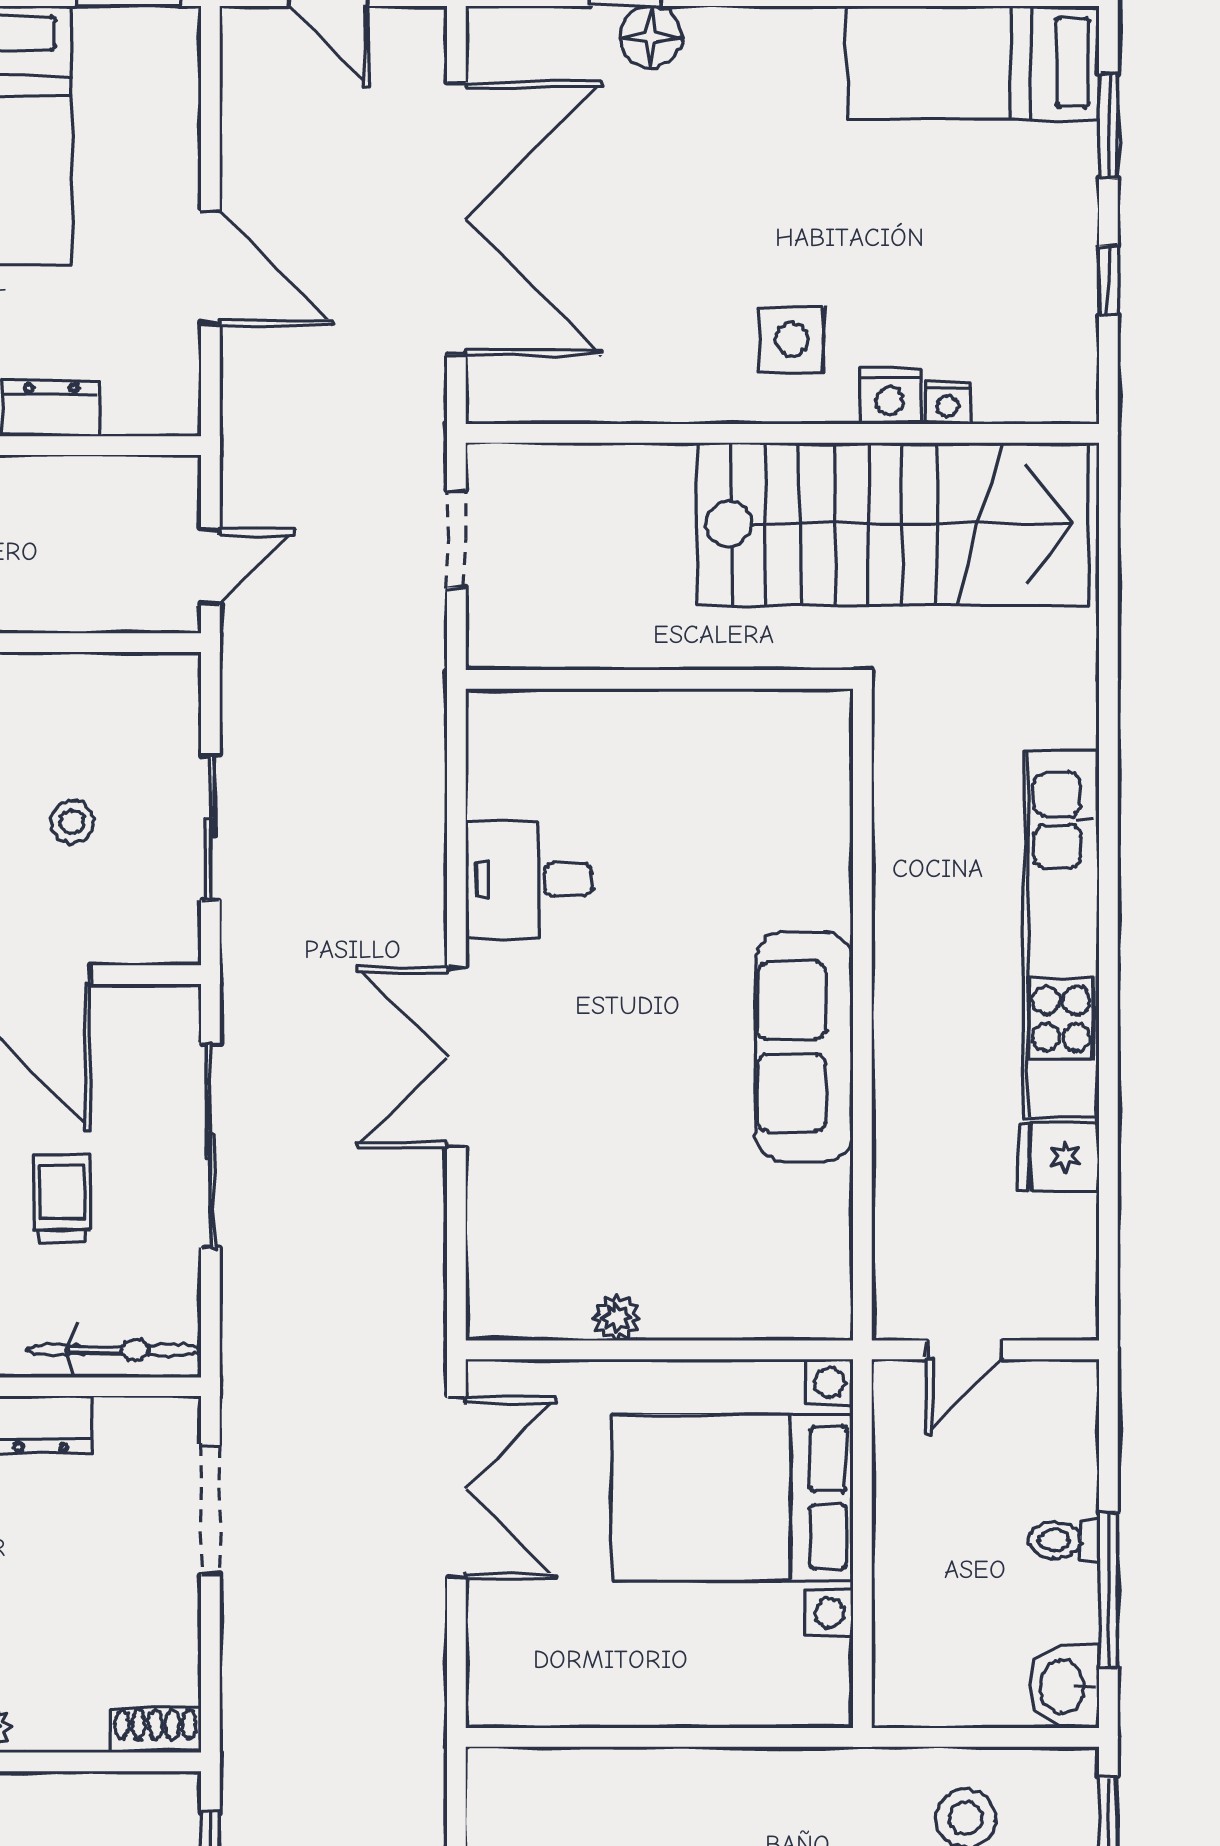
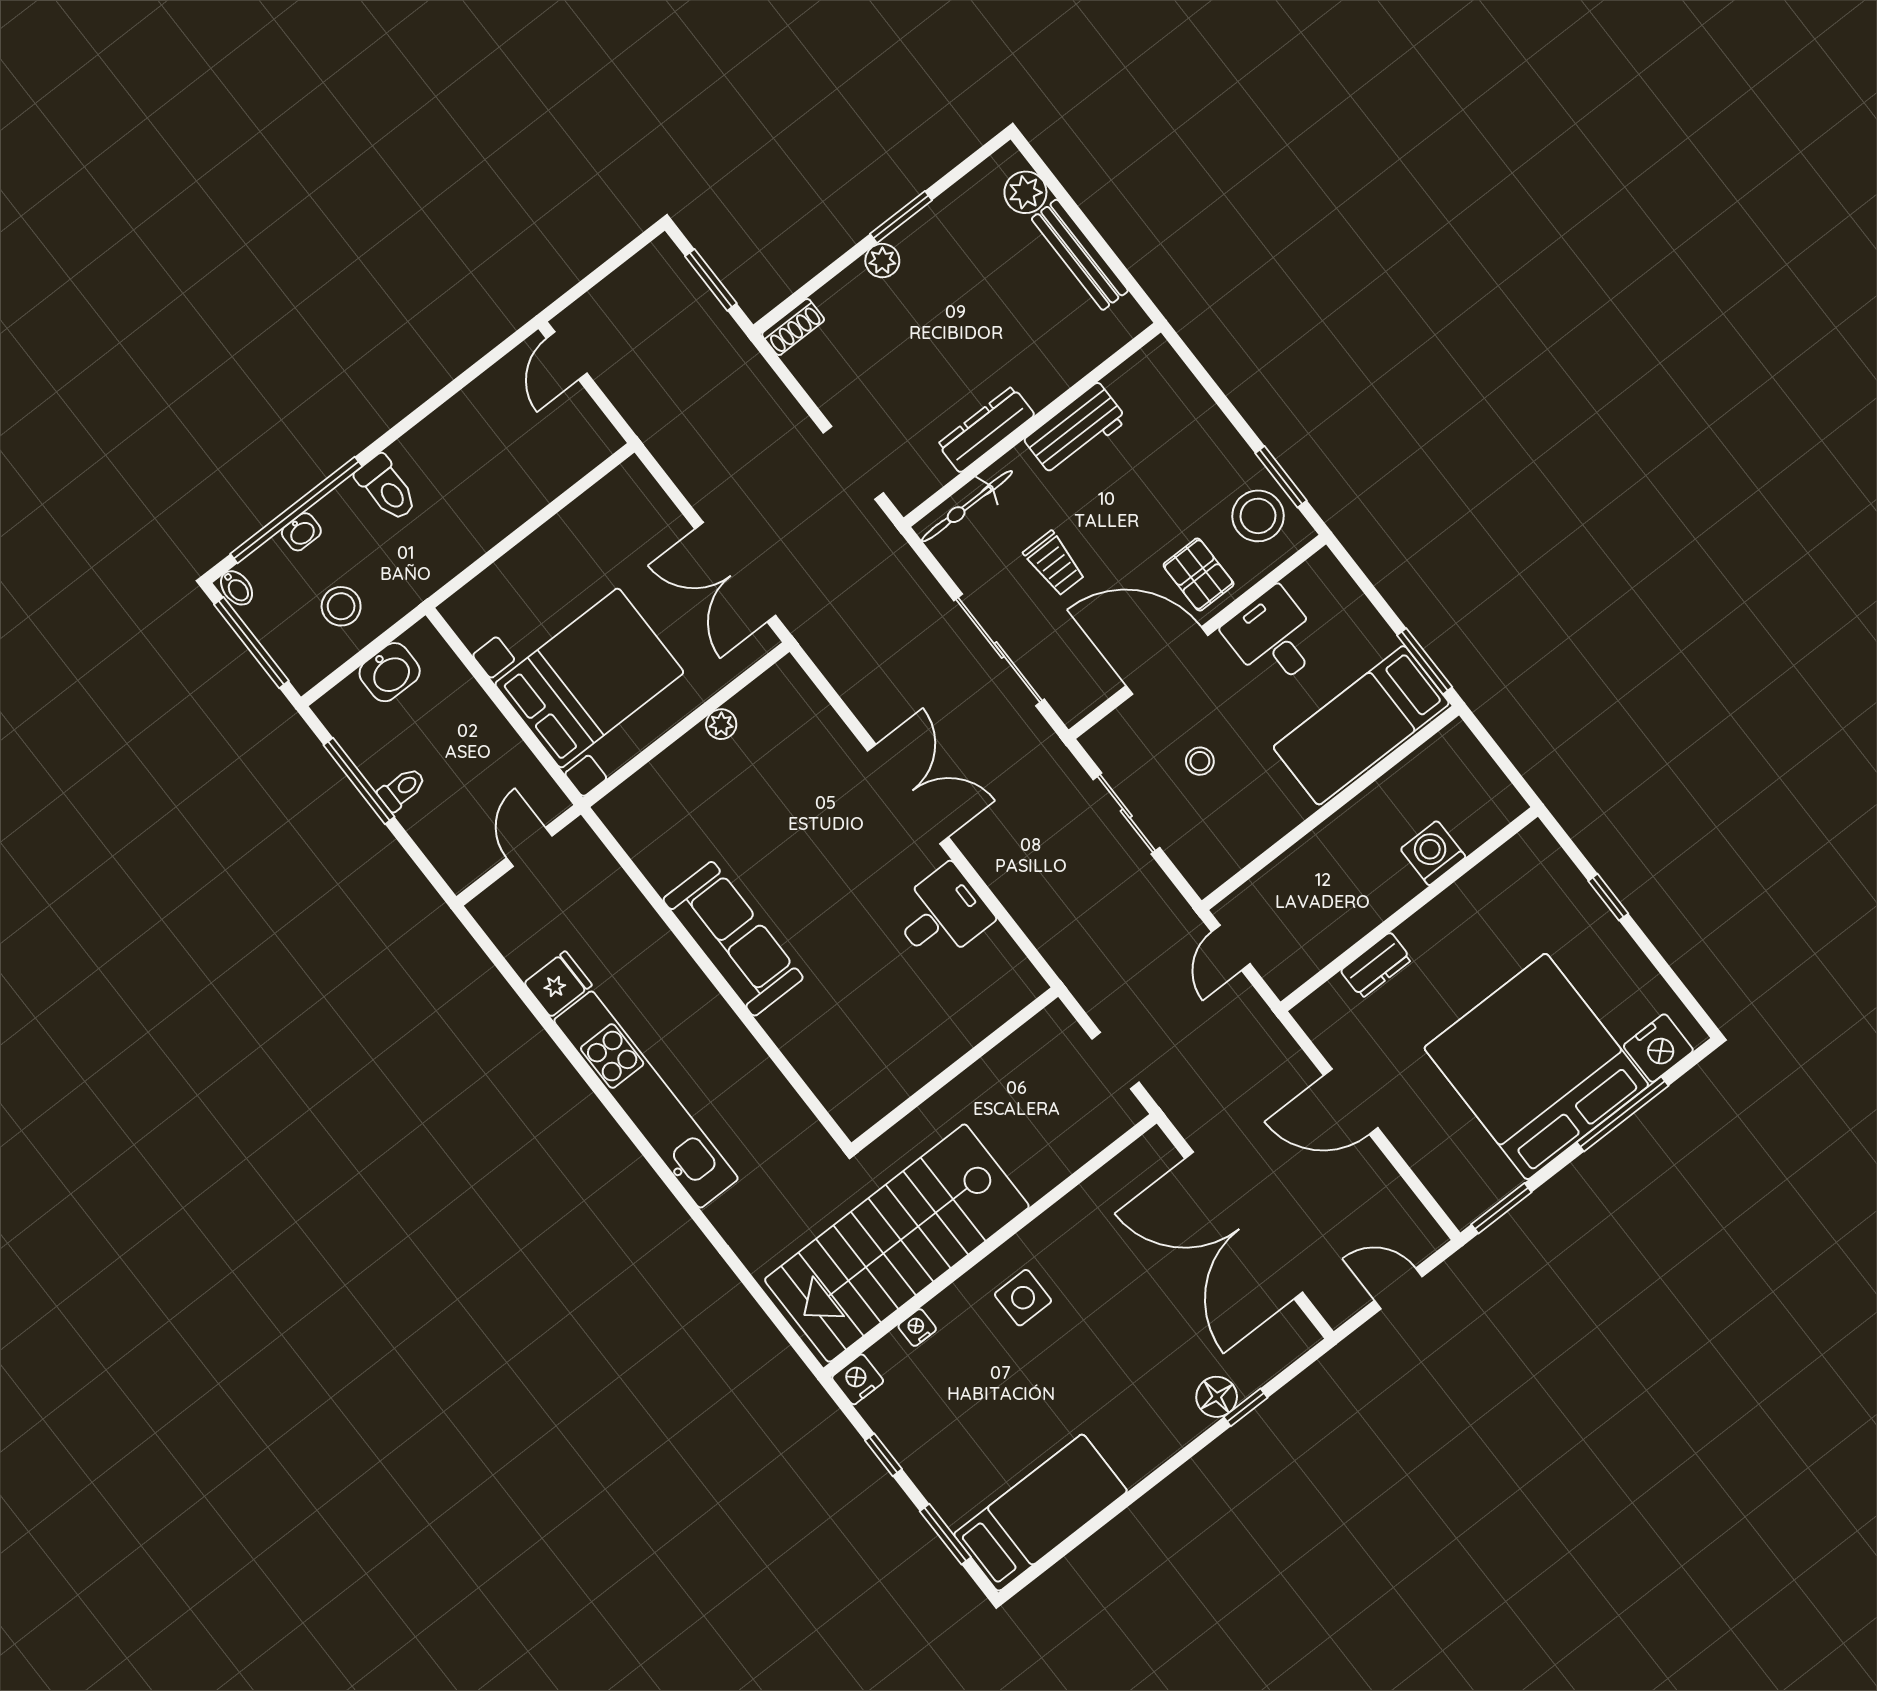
nightstand: (890, 396) -> (858, 1379), moved
washbasin: (1064, 1687) -> (390, 672), moved, turned 90

